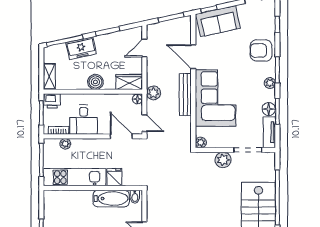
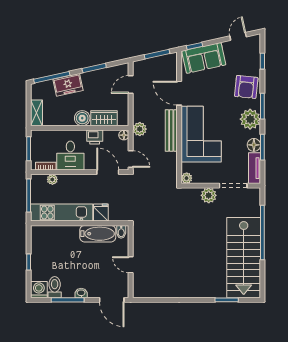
armchair: (261, 50) -> (246, 87), turned -84
wardrobe: (129, 82) -> (104, 118), moved
plant: (270, 83) -> (250, 119), width x1.88, depth x1.88
printer: (52, 101) -> (95, 137), moved

